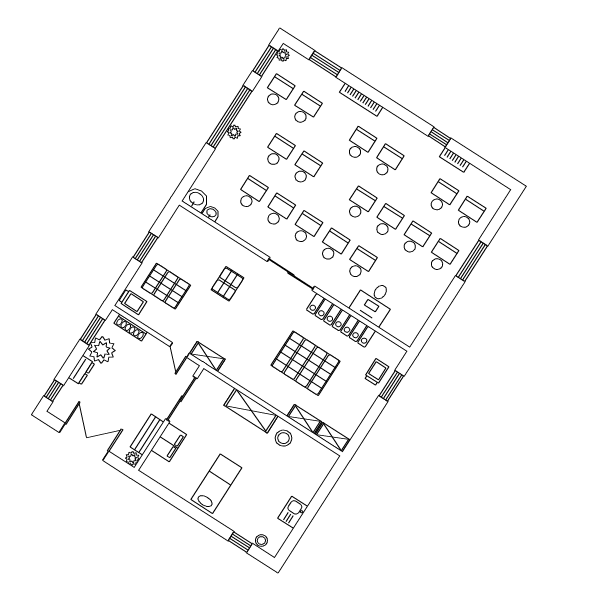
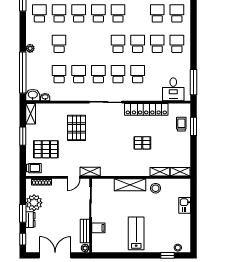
window: (229, 117) -> (23, 72), moved
school desk: (306, 169) -> (79, 13), moved
shelving: (176, 223) -> (31, 114), added
window: (472, 261) -> (193, 82), moved
pallet: (228, 284) -> (77, 128), width x1.50, depth x1.42
desk: (374, 302) -> (173, 89), moved
window: (93, 330) -> (23, 213), moved
door: (180, 350) -> (74, 177), hinge flipped
pallet: (306, 363) -> (142, 143), width x0.49, depth x0.50
filing cabinet: (169, 442) -> (98, 228), width x0.50
kitchen sink: (293, 512) -> (185, 205), moved

